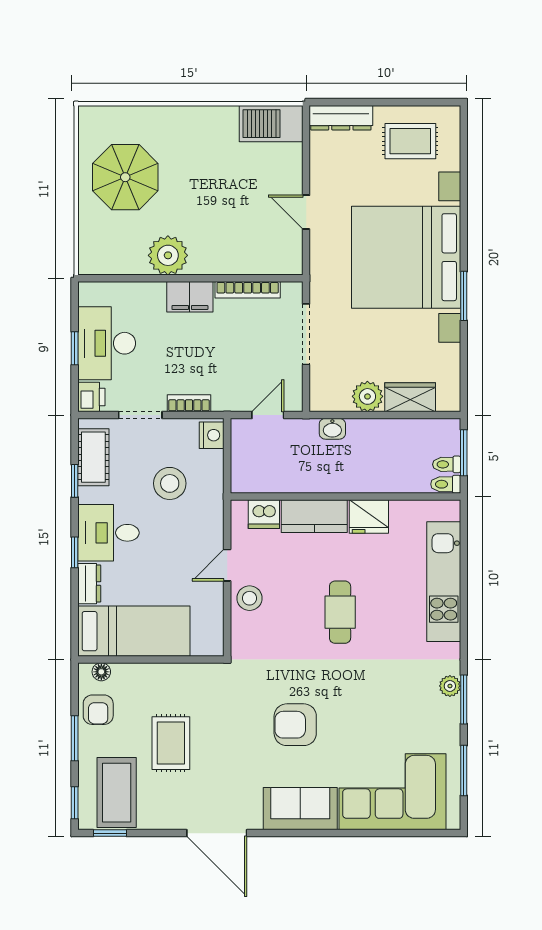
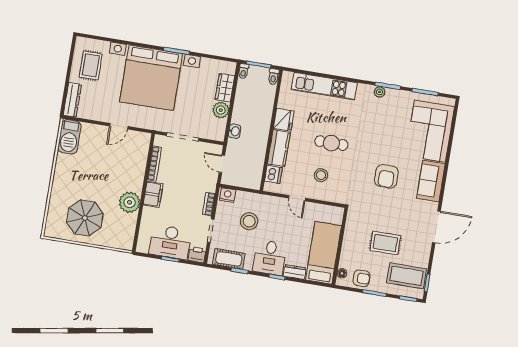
toilet: (447, 464) -> (243, 71), moved
stool: (249, 598) -> (321, 175), moved

